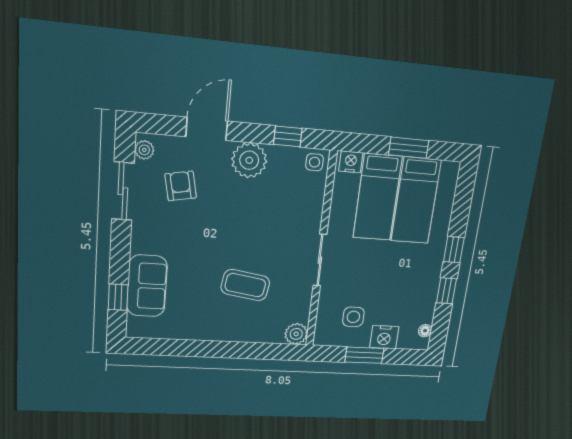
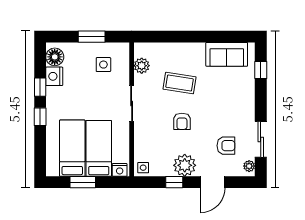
window: (288, 136) -> (174, 182), moved
armchair: (181, 186) -> (226, 146), turned -79
armchair: (247, 228) -> (182, 121), added
sofa: (147, 286) -> (227, 54), moved, turned -90
floor lamp: (425, 331) -> (55, 57), width x1.89, depth x1.89
plant: (296, 334) -> (142, 66), moved
nightstand: (384, 337) -> (54, 76), moved, turned -90

